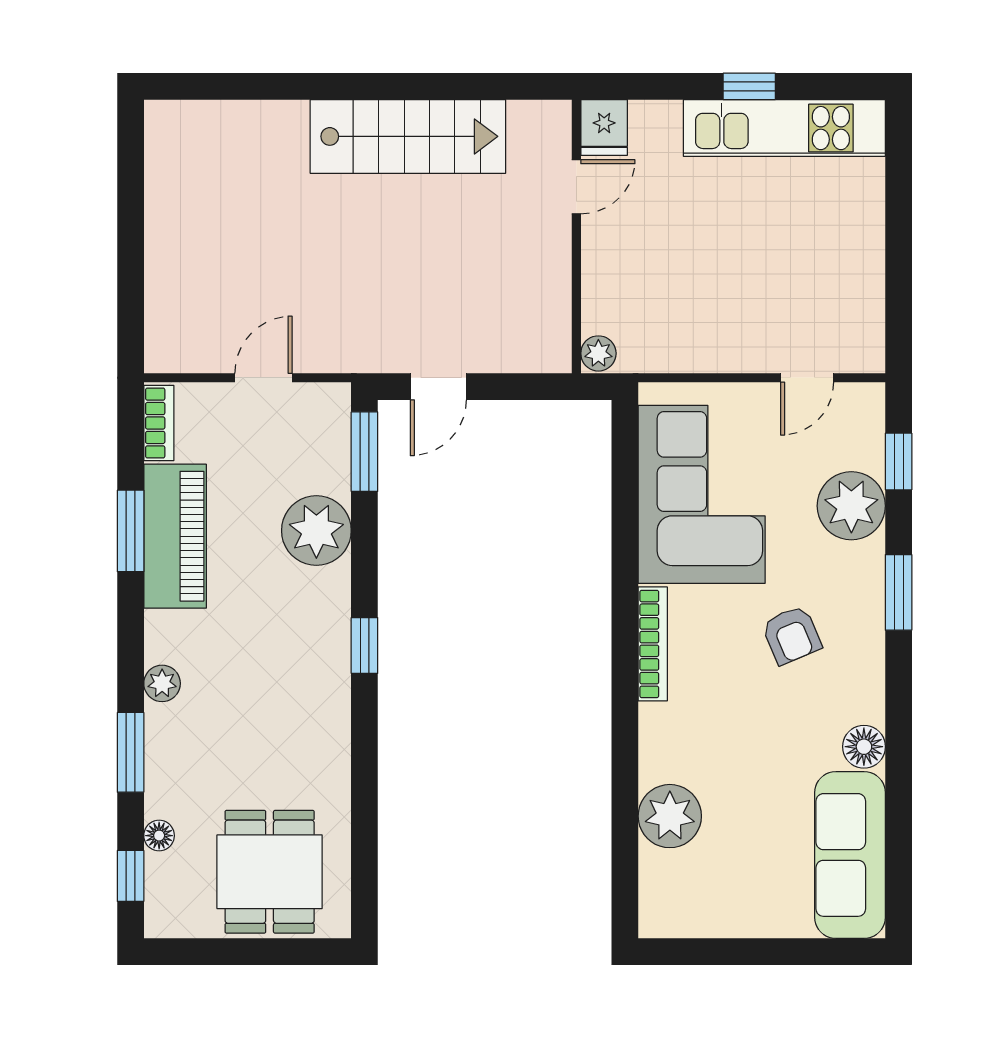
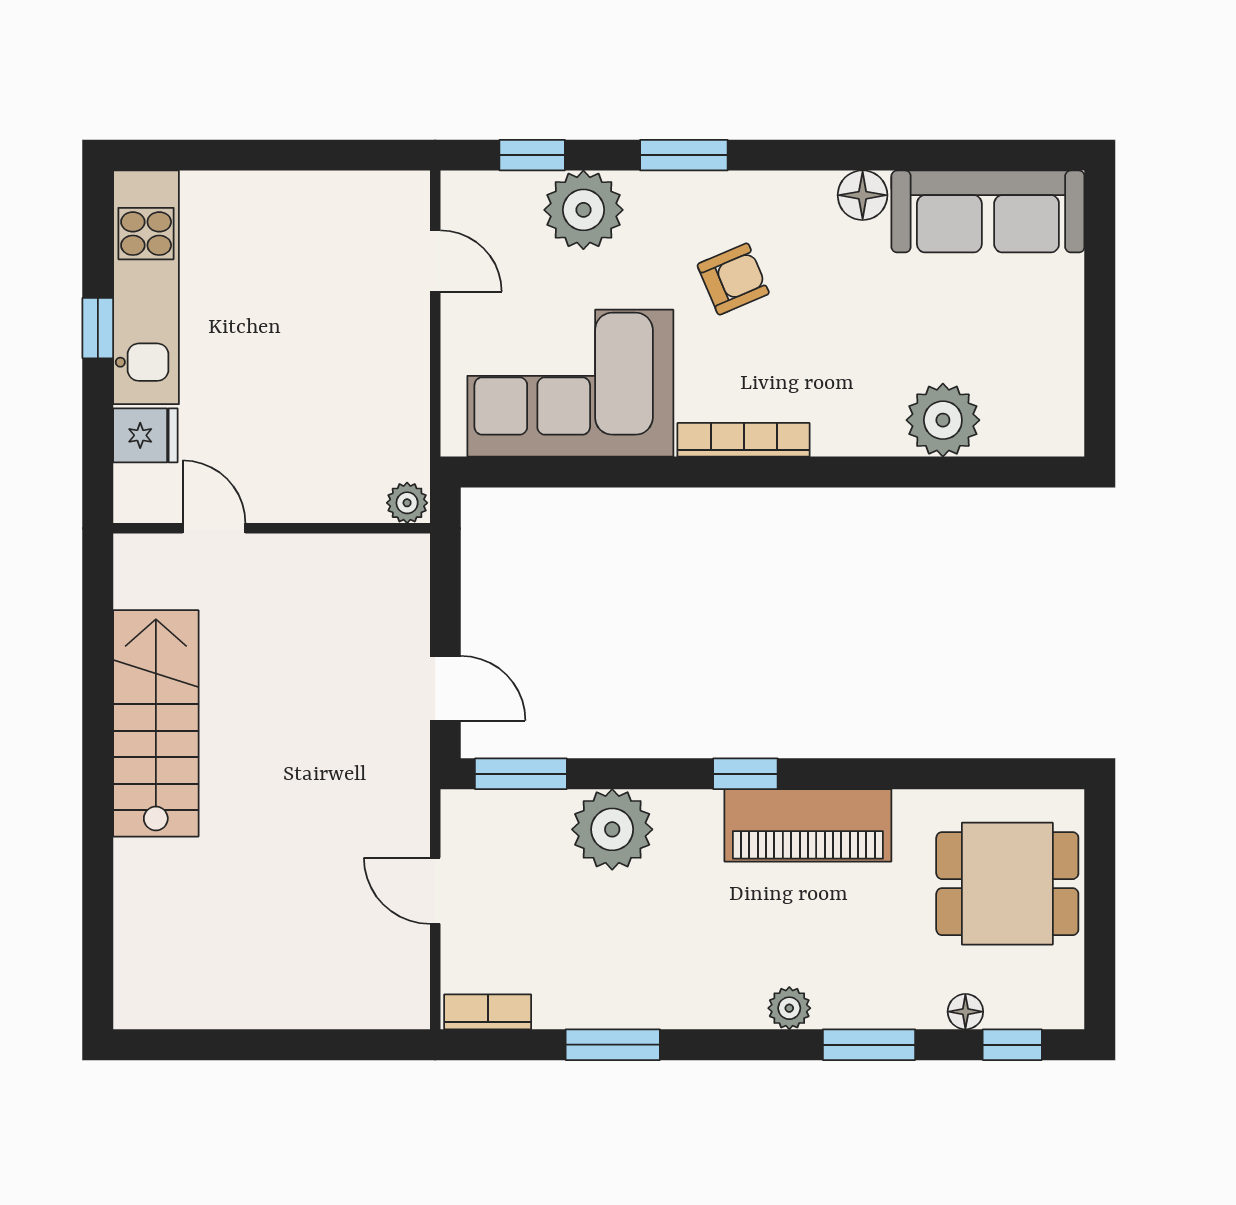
fridge: (604, 127) -> (145, 435), moved
piano: (175, 536) -> (808, 825), moved, turned 180

